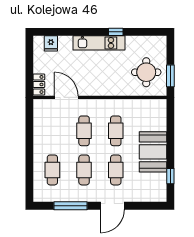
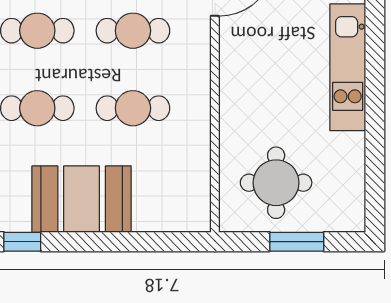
window: (116, 32) -> (375, 108), removed
window: (170, 76) -> (297, 242), moved

